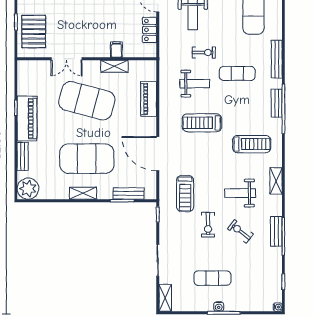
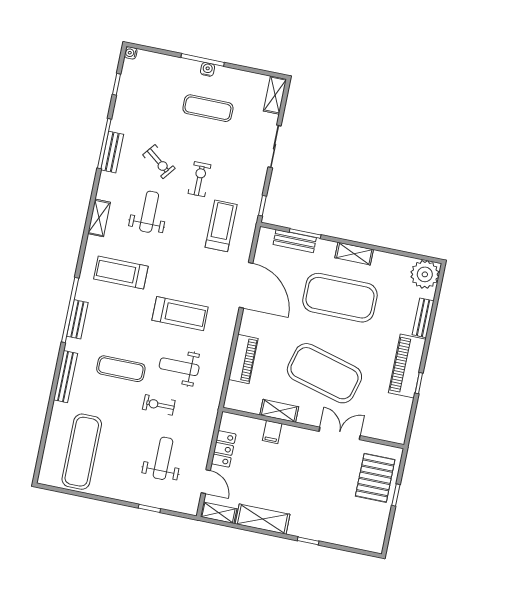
weight bench: (240, 193) -> (149, 212), turned -90

